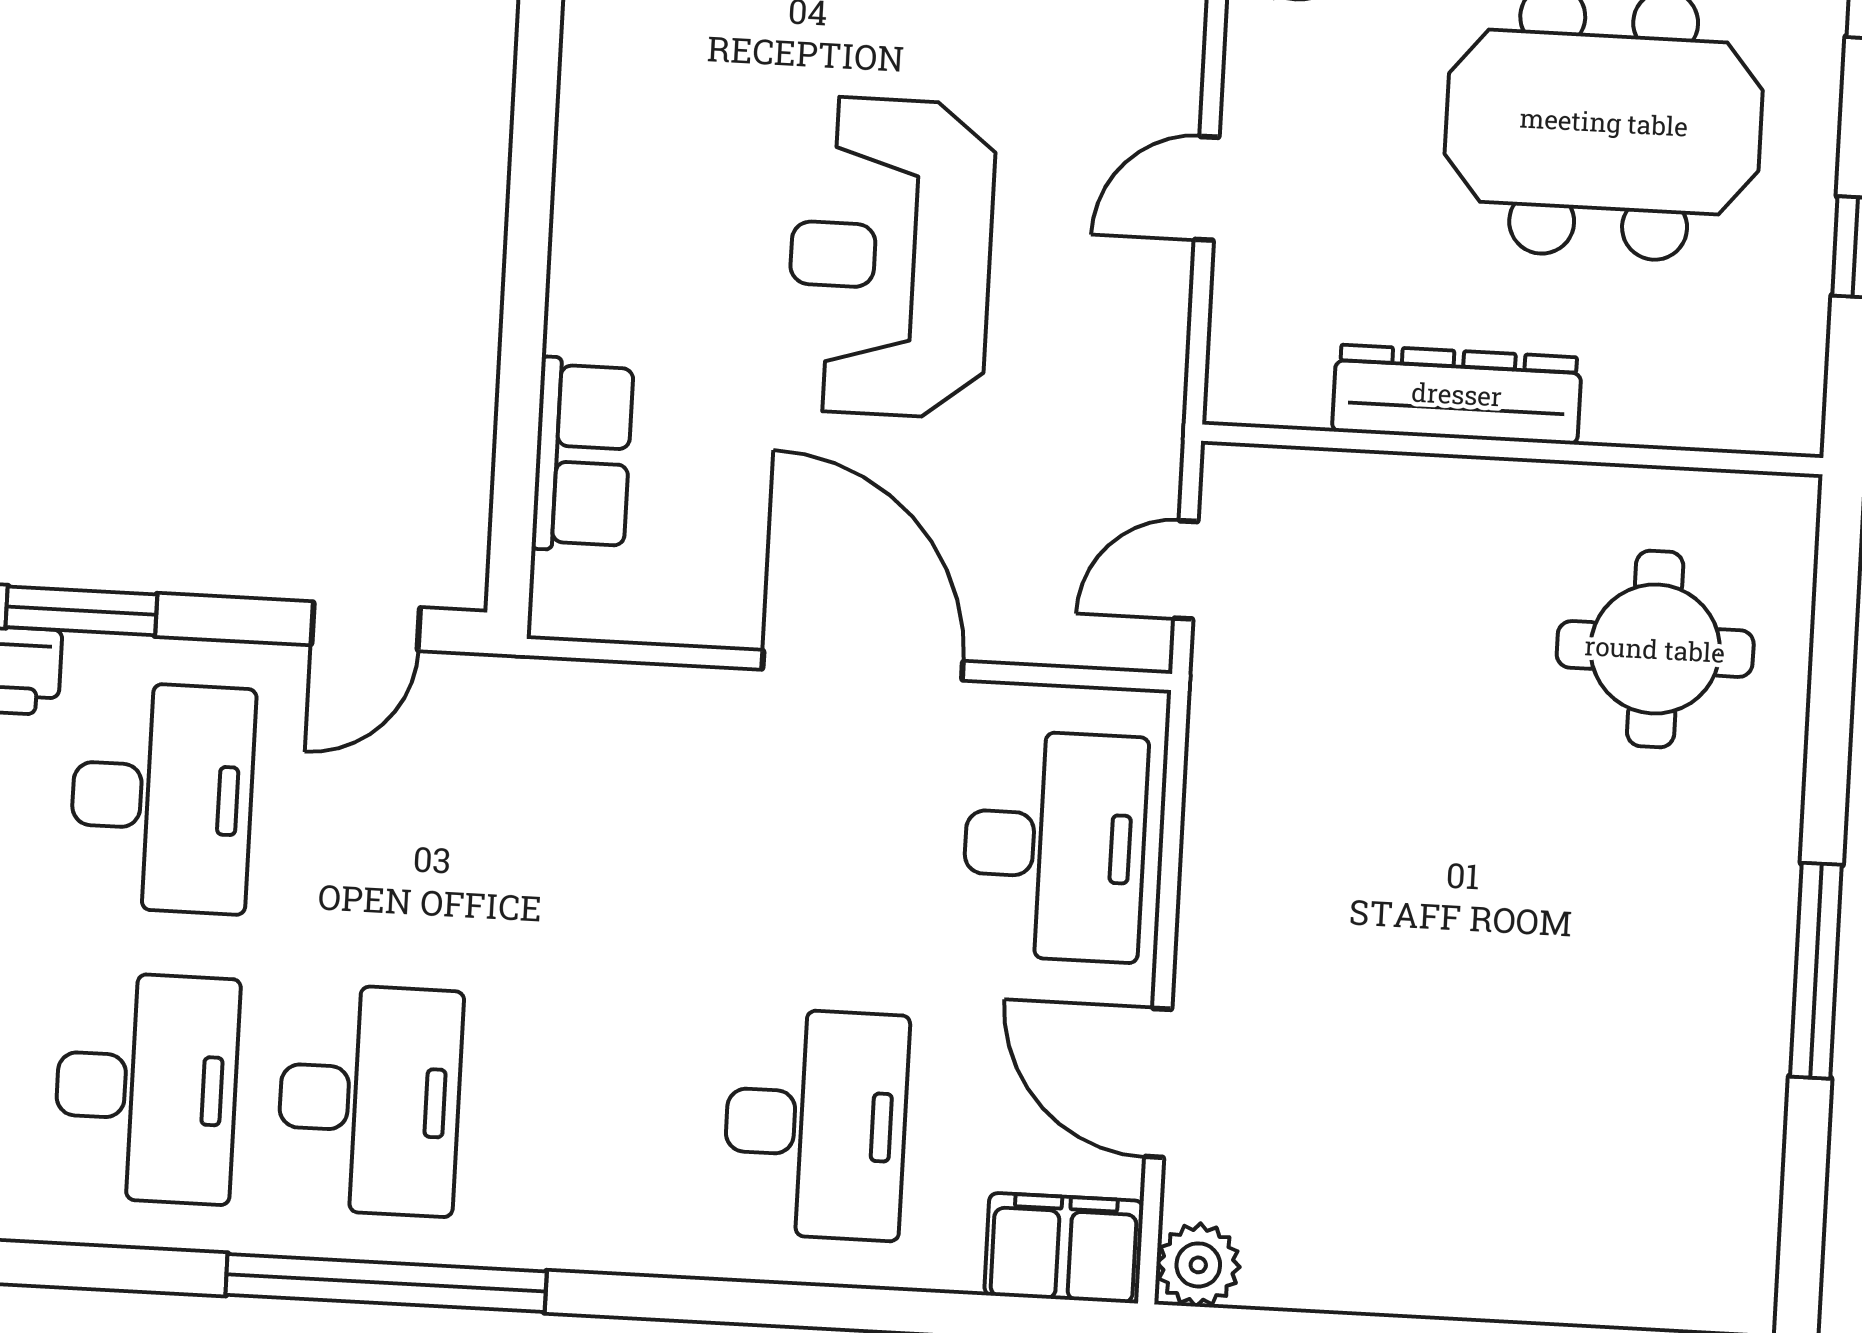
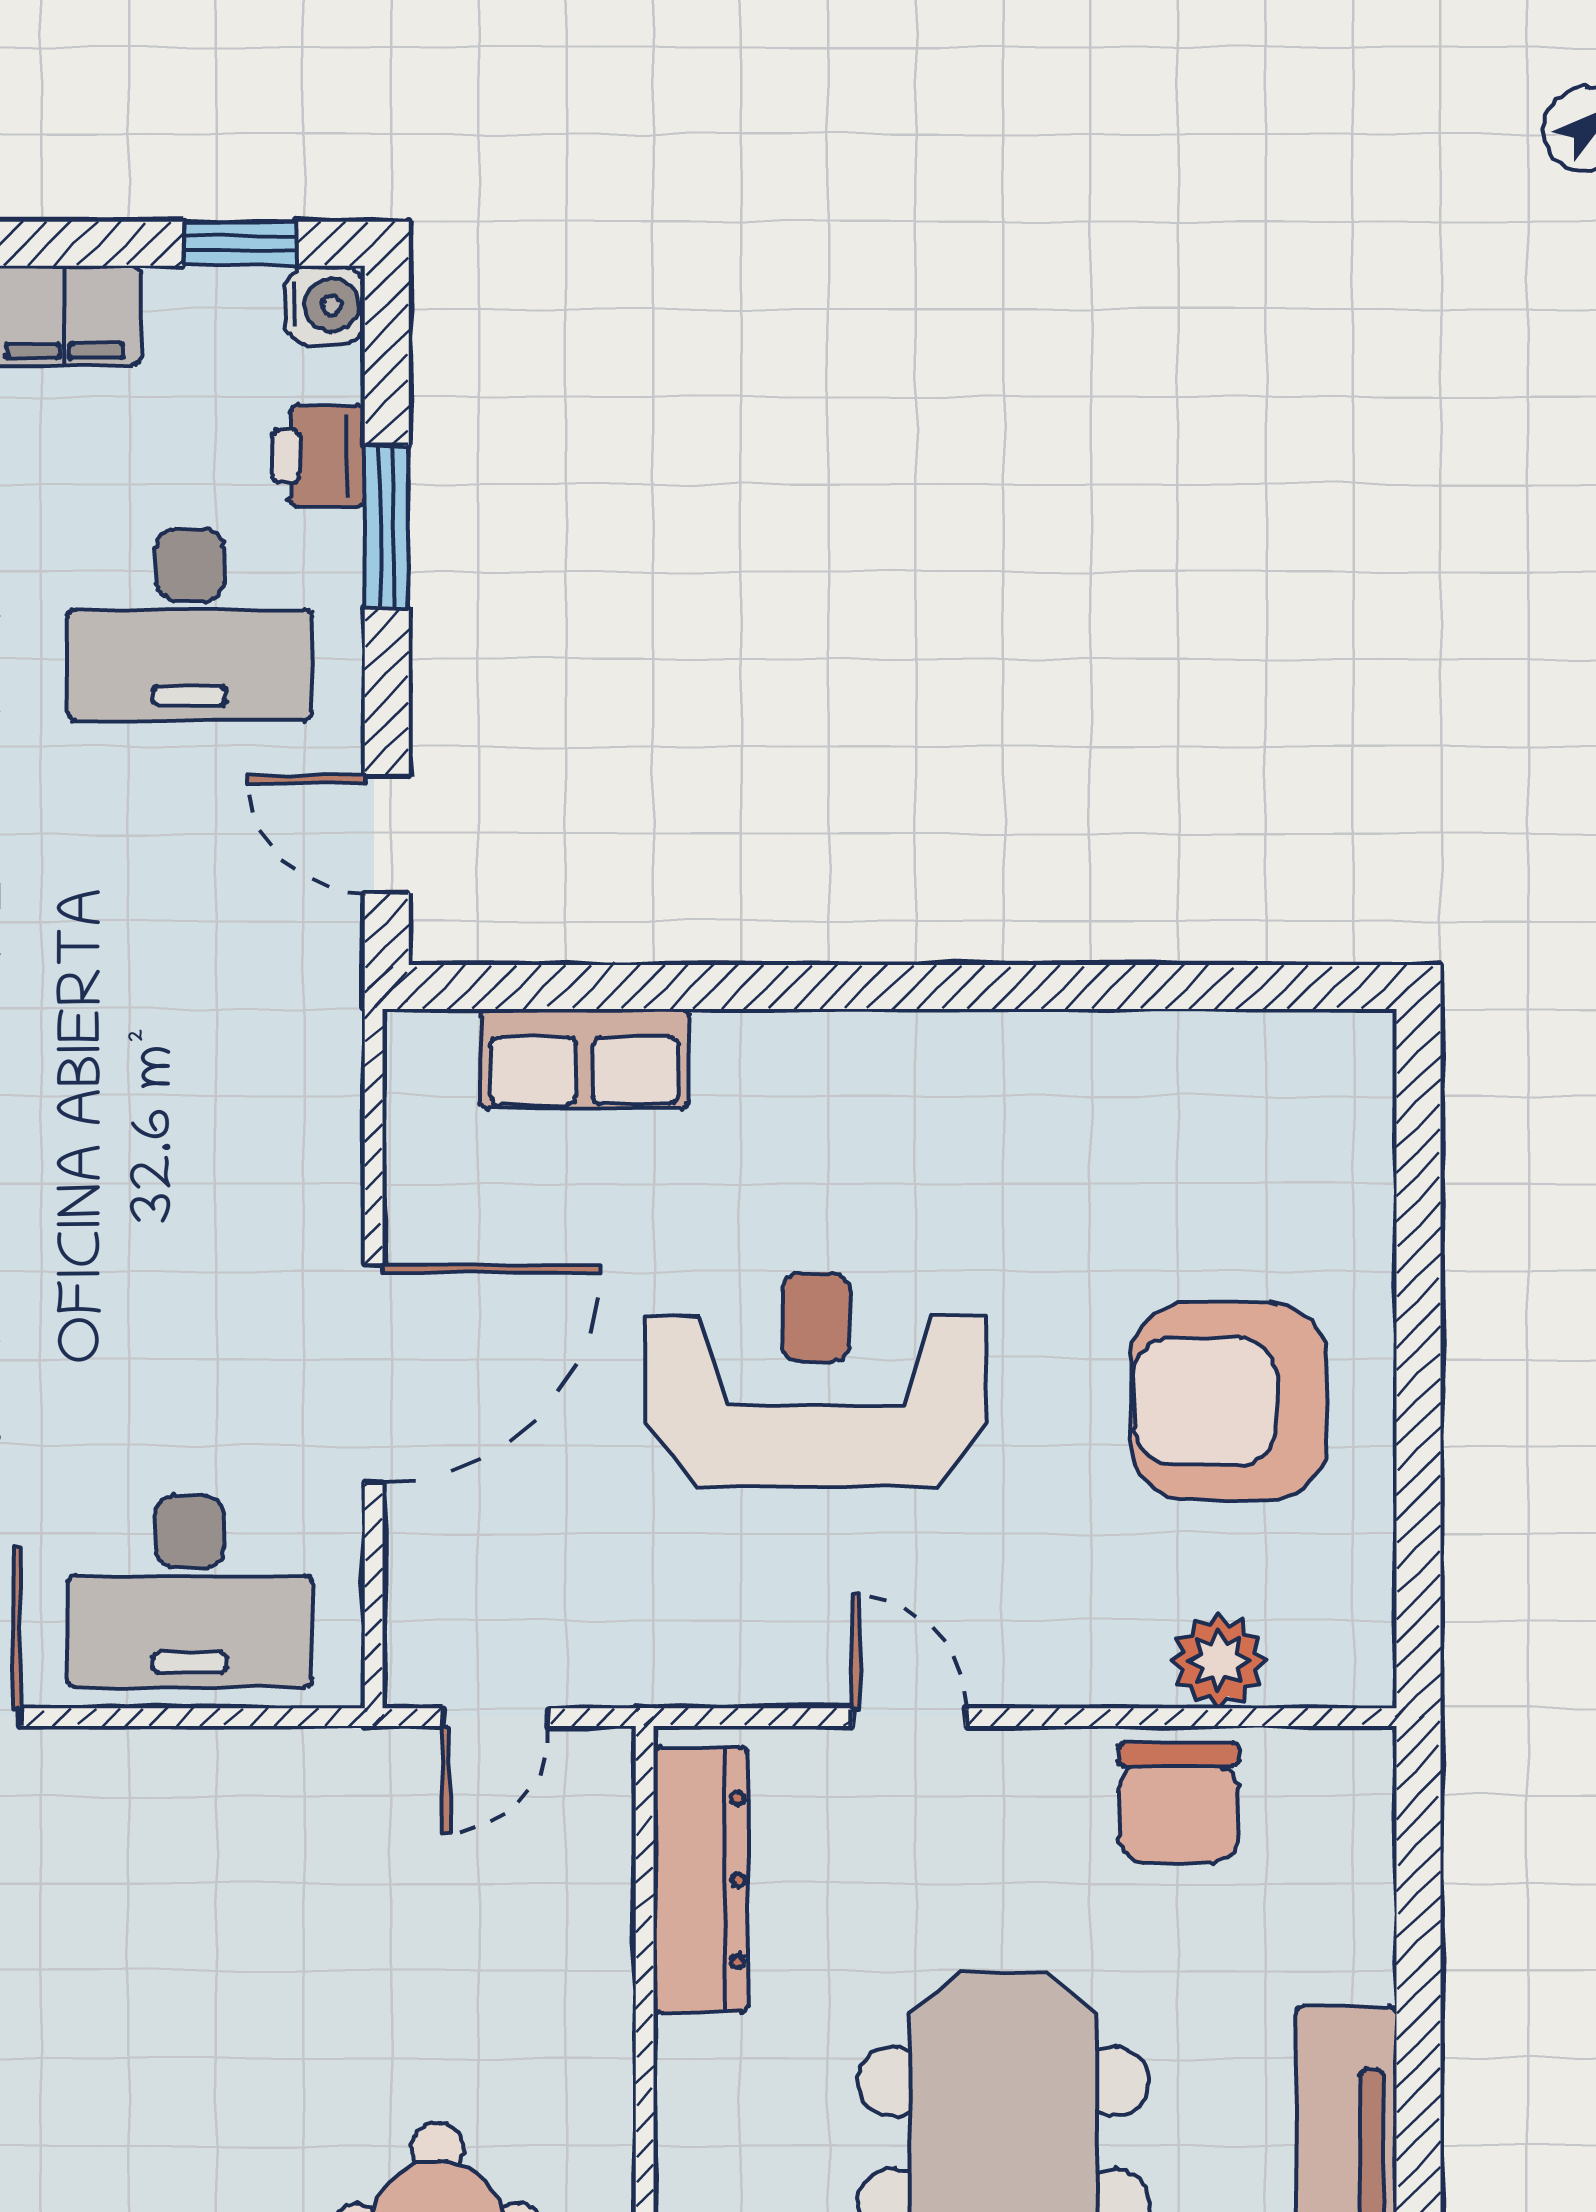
dresser: (1457, 394) -> (701, 1880), moved
door: (1186, 570) -> (495, 1717), swing flipped

